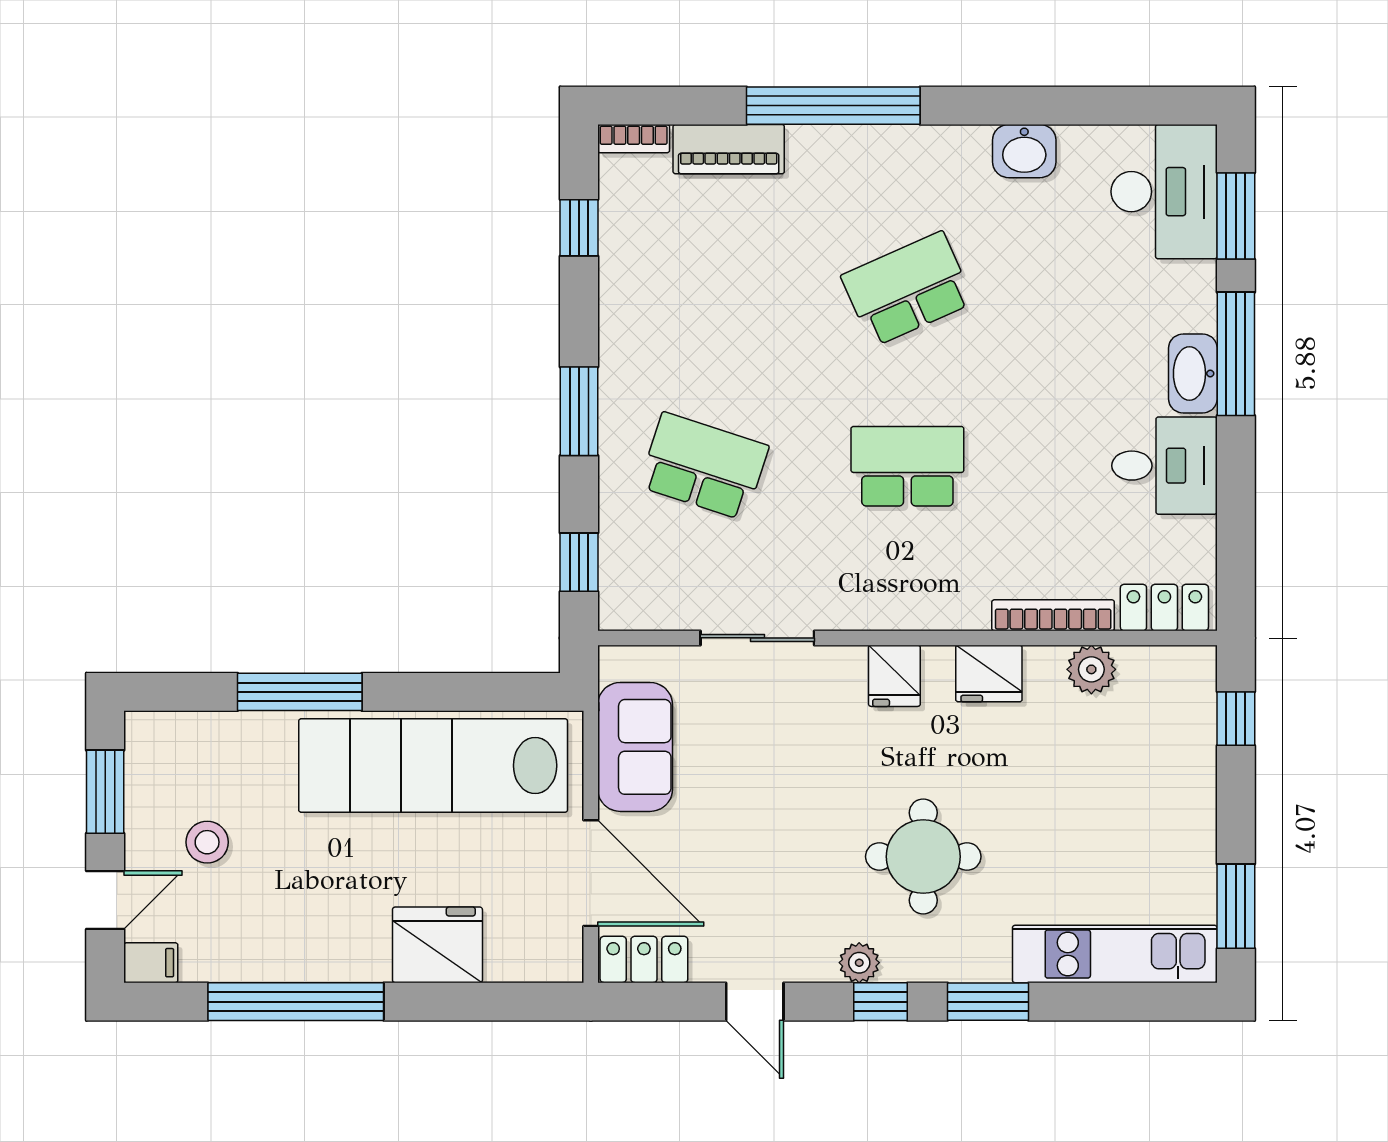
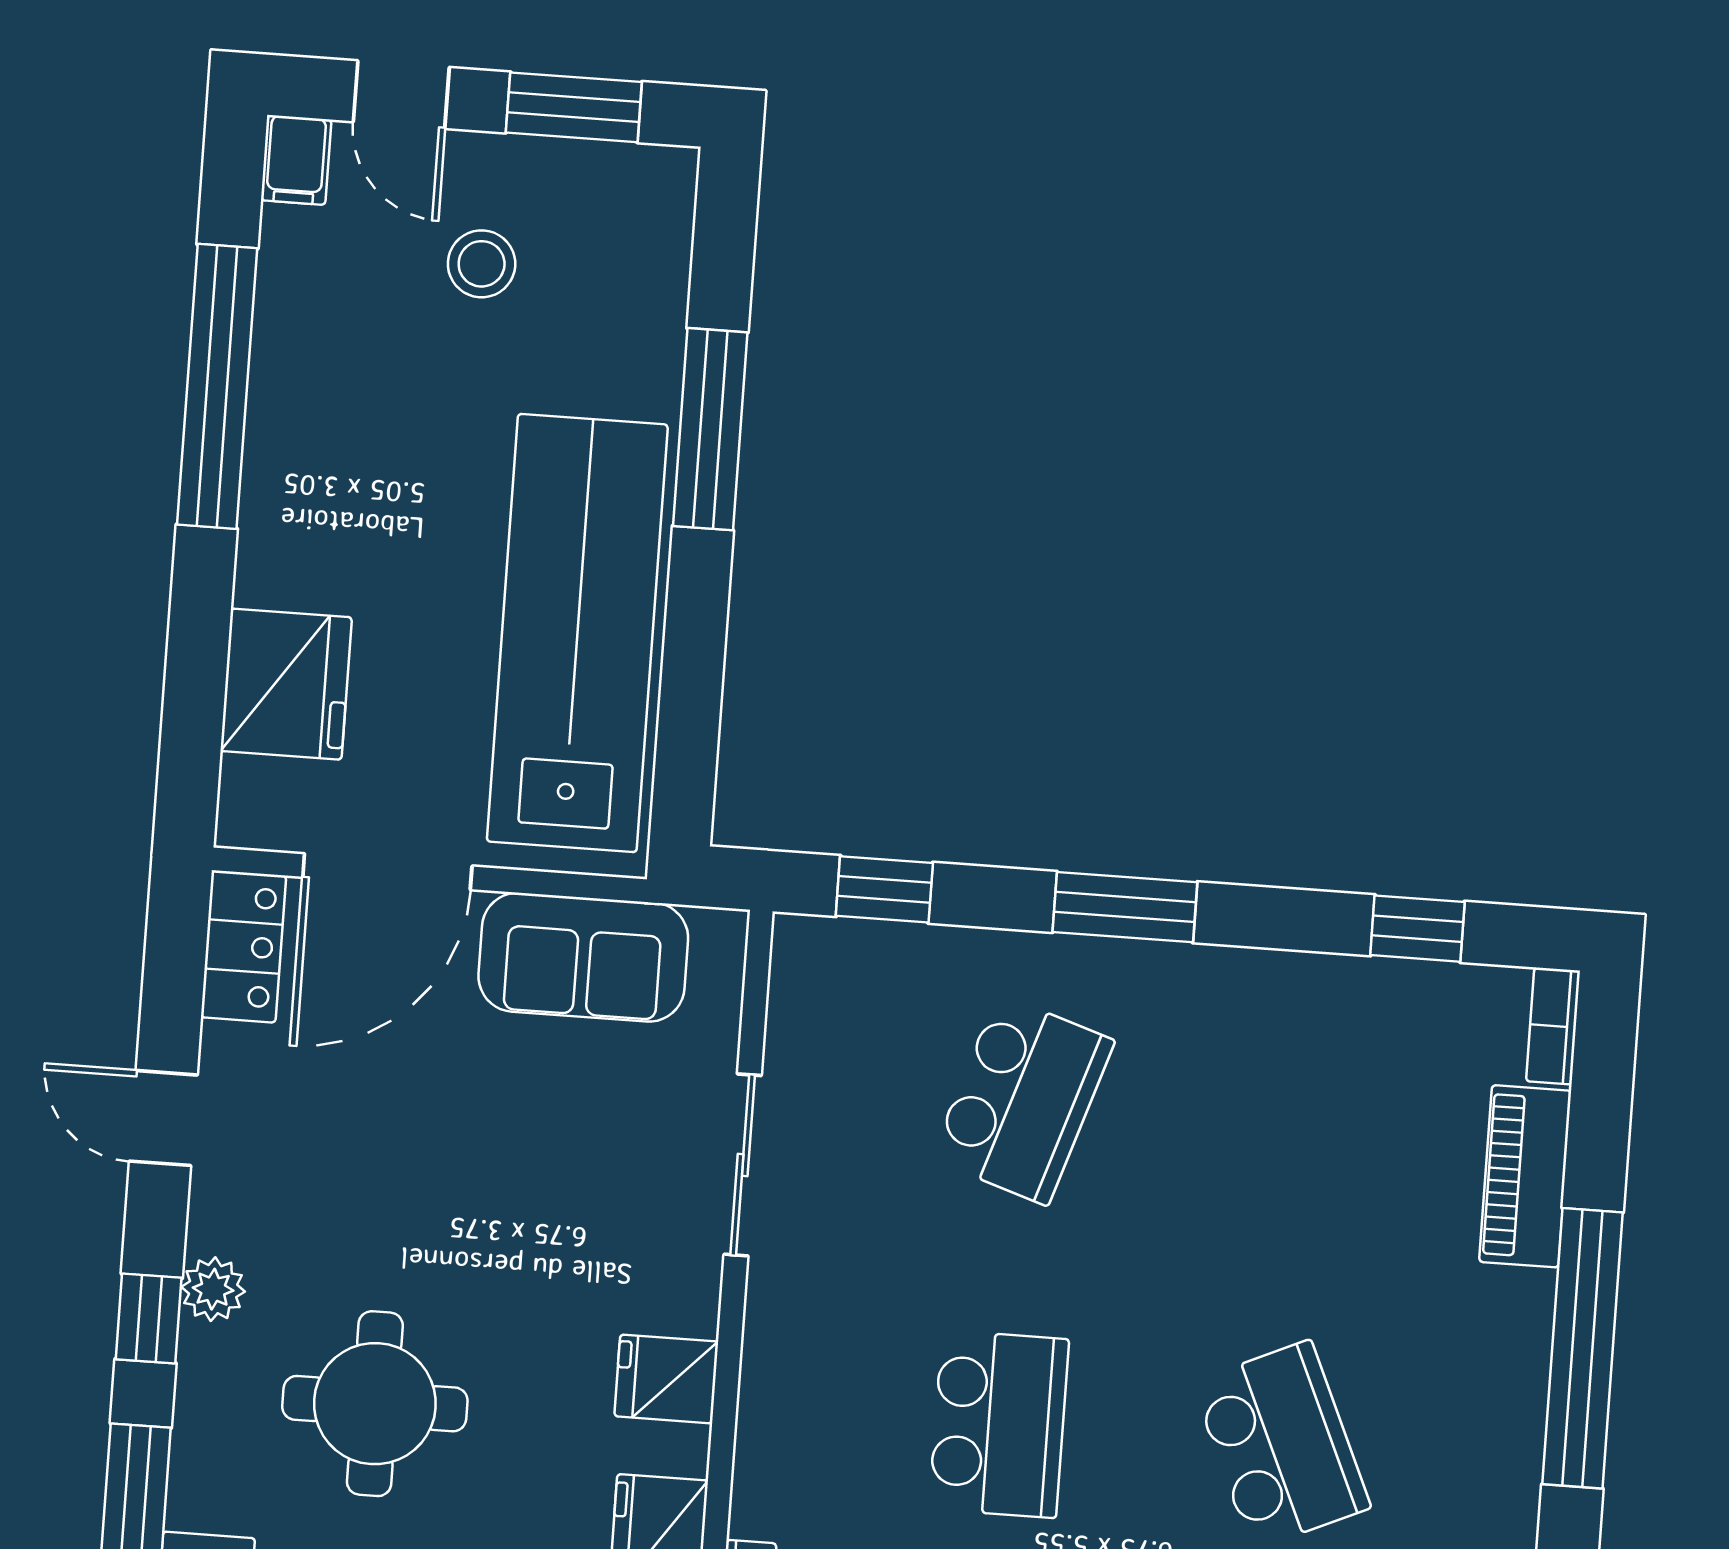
fridge: (437, 945) -> (286, 684), moved
door: (755, 1002) -> (163, 1118), hinge flipped

